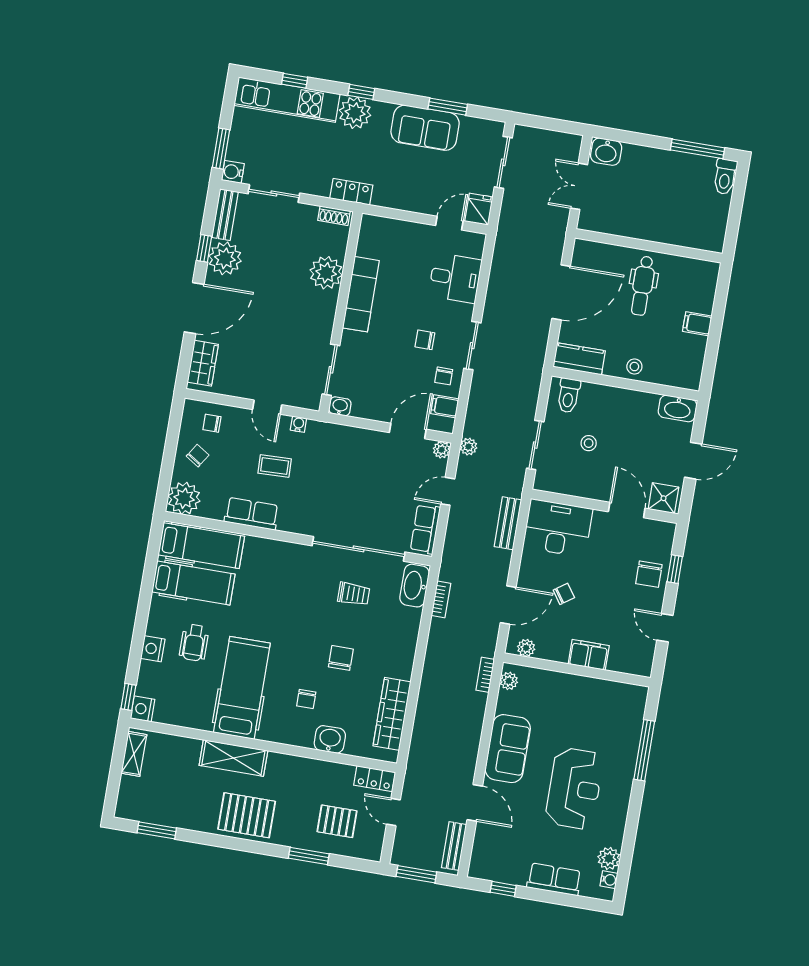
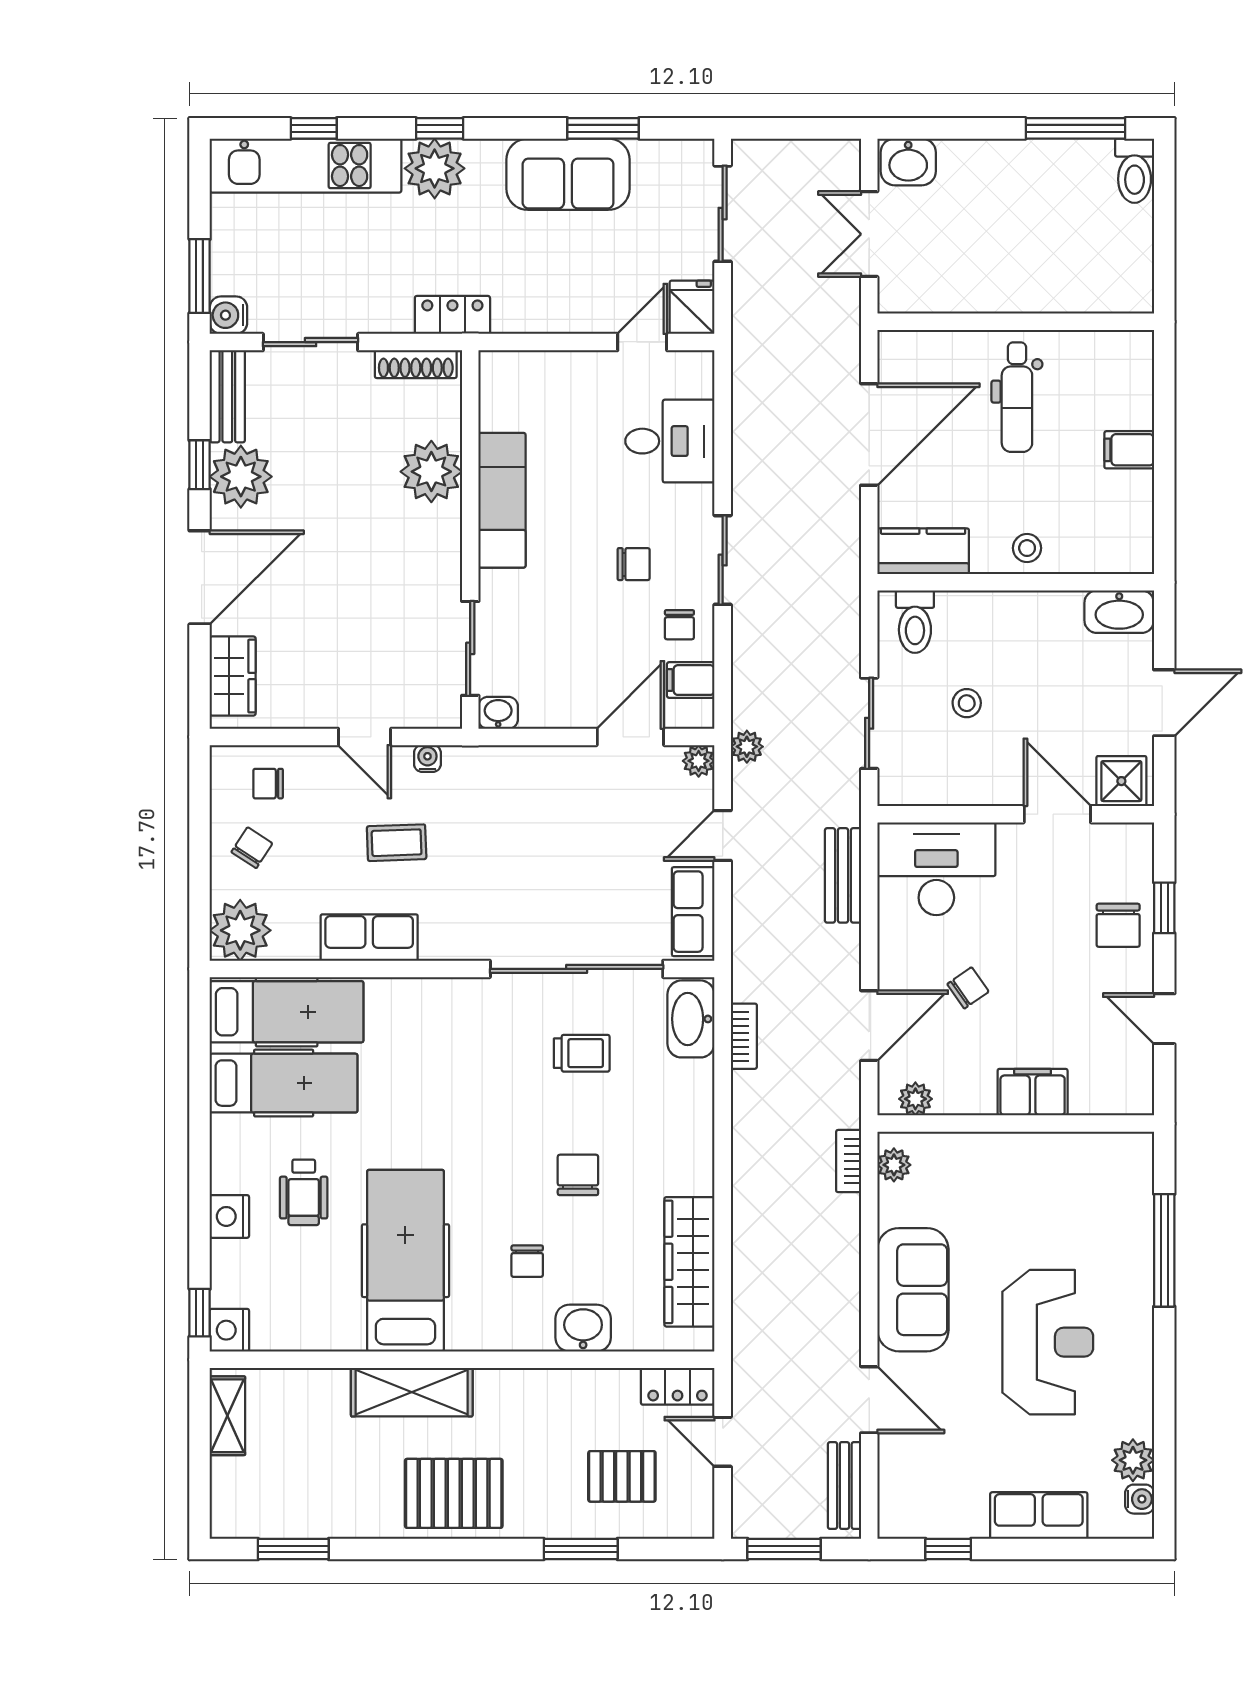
shoe rack: (334, 216) -> (416, 364), width x1.43
chair: (425, 340) -> (634, 564), turned 180

